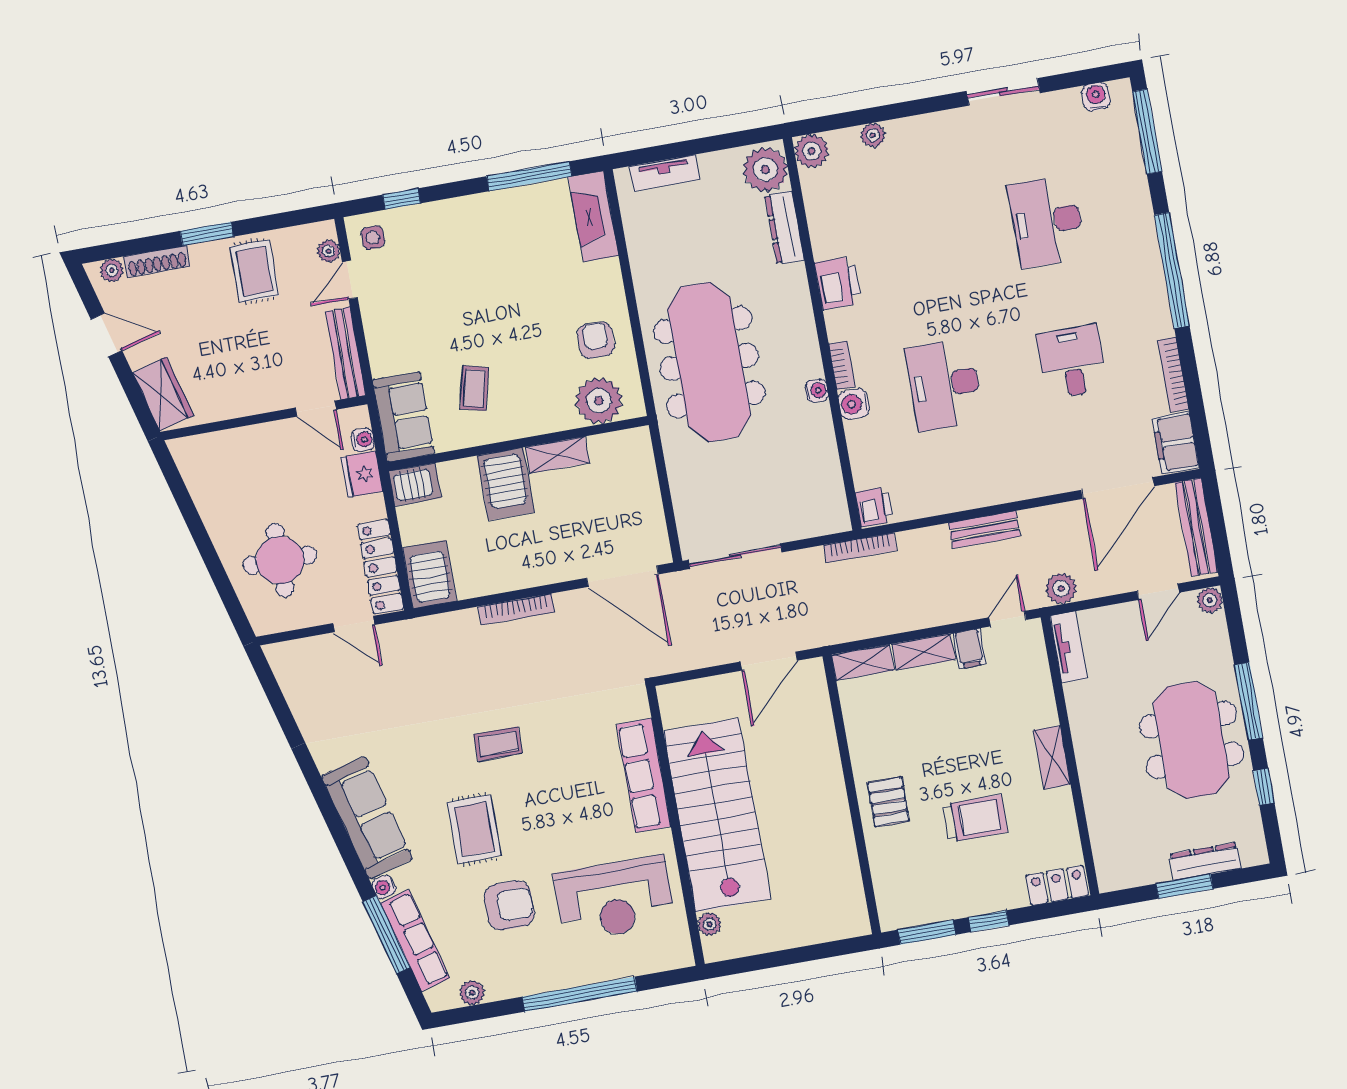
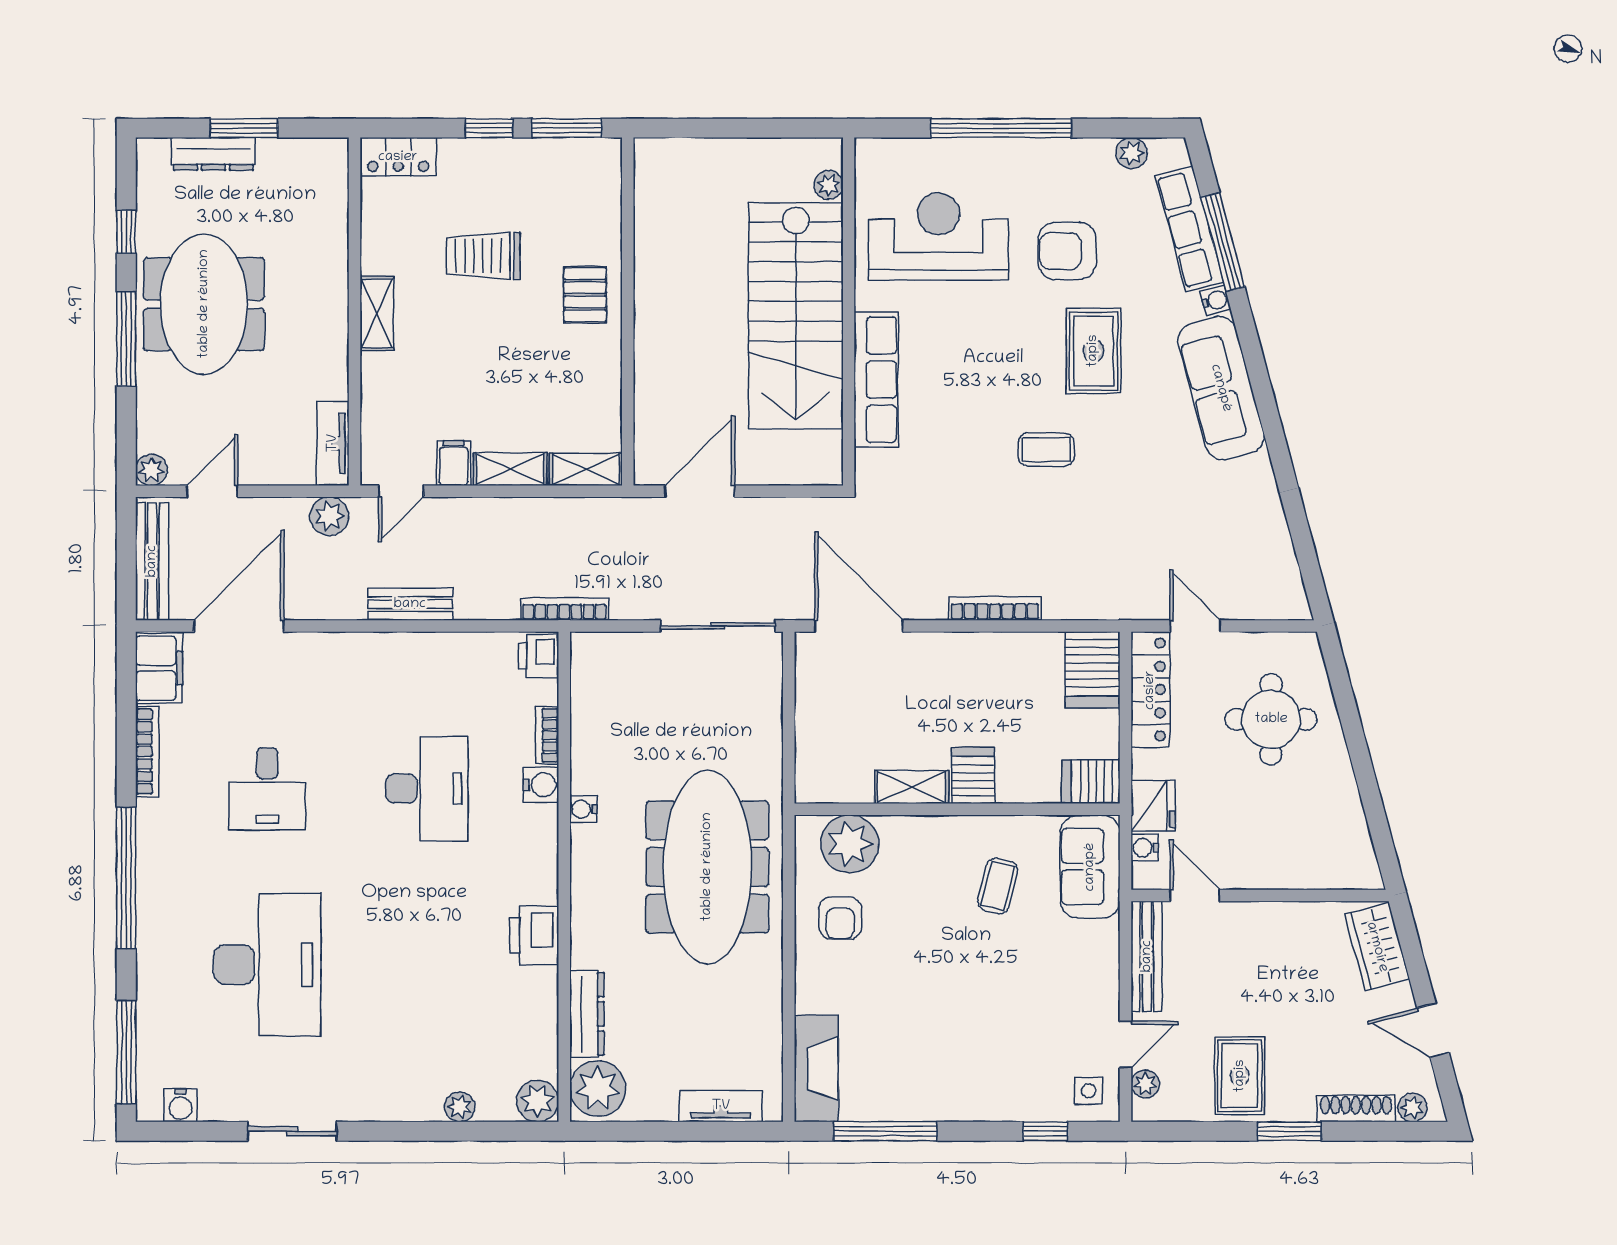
desk: (1047, 221) -> (267, 965), width x1.36, depth x1.30
bookcase: (842, 365) -> (547, 735), moved
server rack: (506, 484) -> (973, 775), width x0.73, depth x0.70

